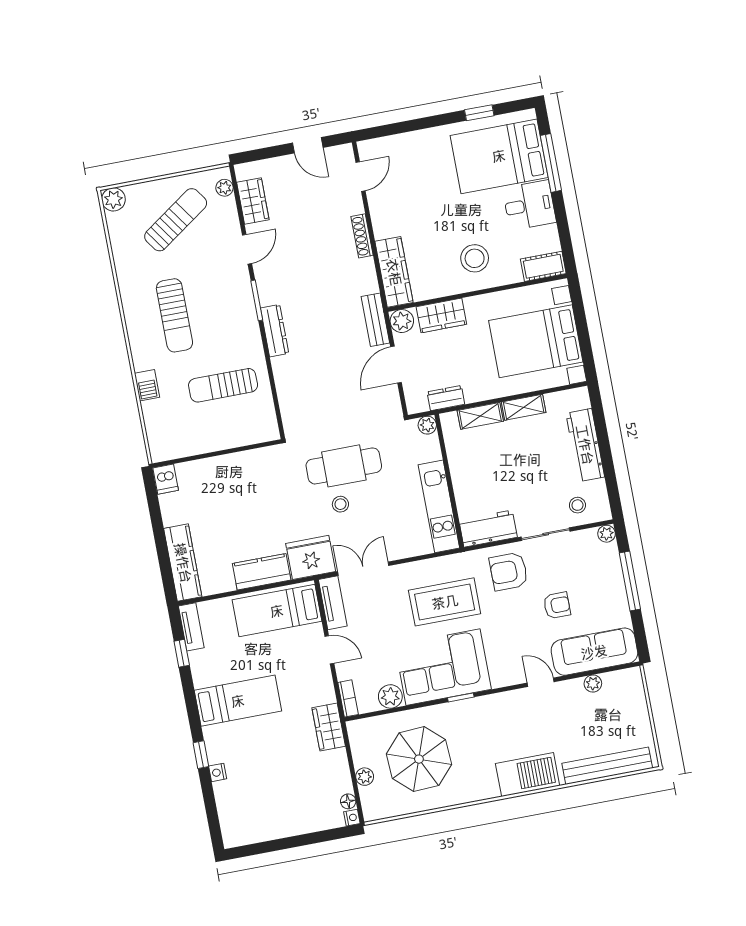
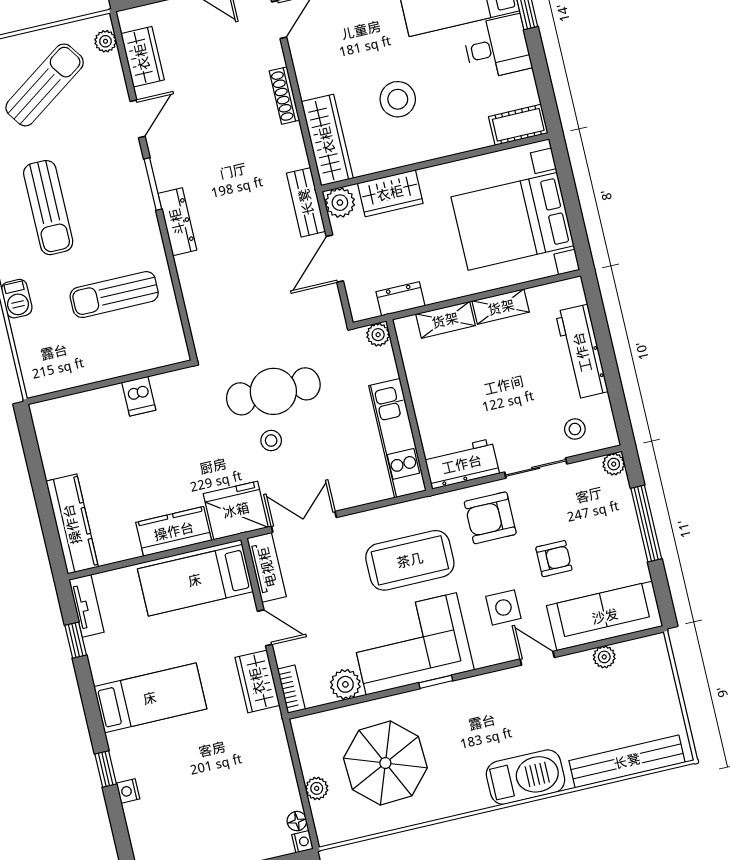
stool: (475, 258) -> (398, 99), moved
dishwasher: (166, 479) -> (139, 396), moved
side table: (516, 642) -> (503, 607), added
wardrobe: (329, 727) -> (257, 681), moved

